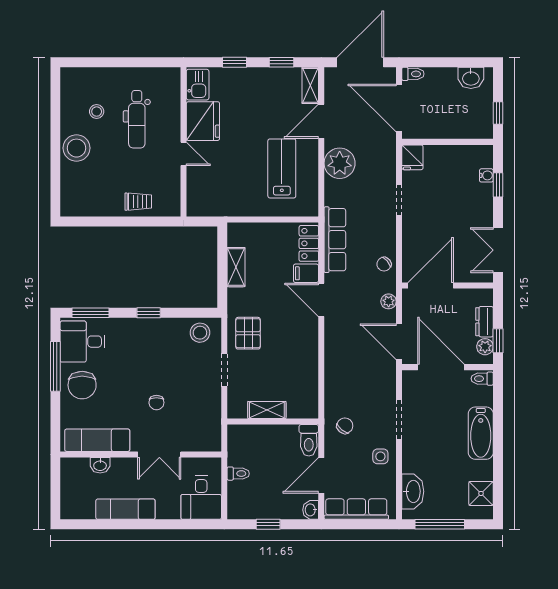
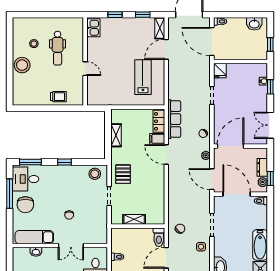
fridge: (203, 121) -> (97, 49), removed
plant: (340, 163) -> (177, 74), removed
bathtub: (481, 433) -> (260, 245), moved

